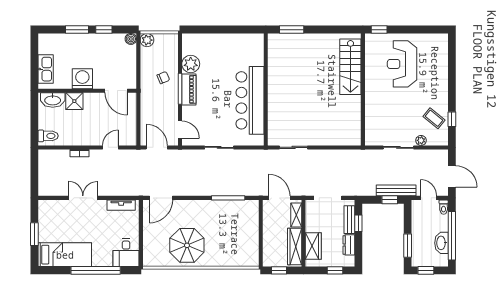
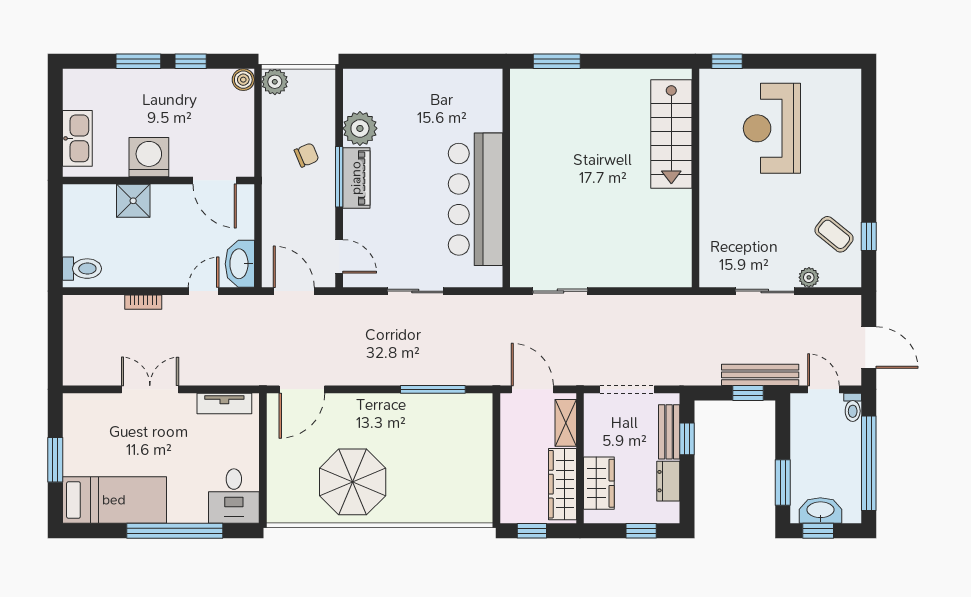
washbasin: (53, 100) -> (240, 264), moved, turned 90
washbasin: (441, 243) -> (820, 510), moved, turned 90

